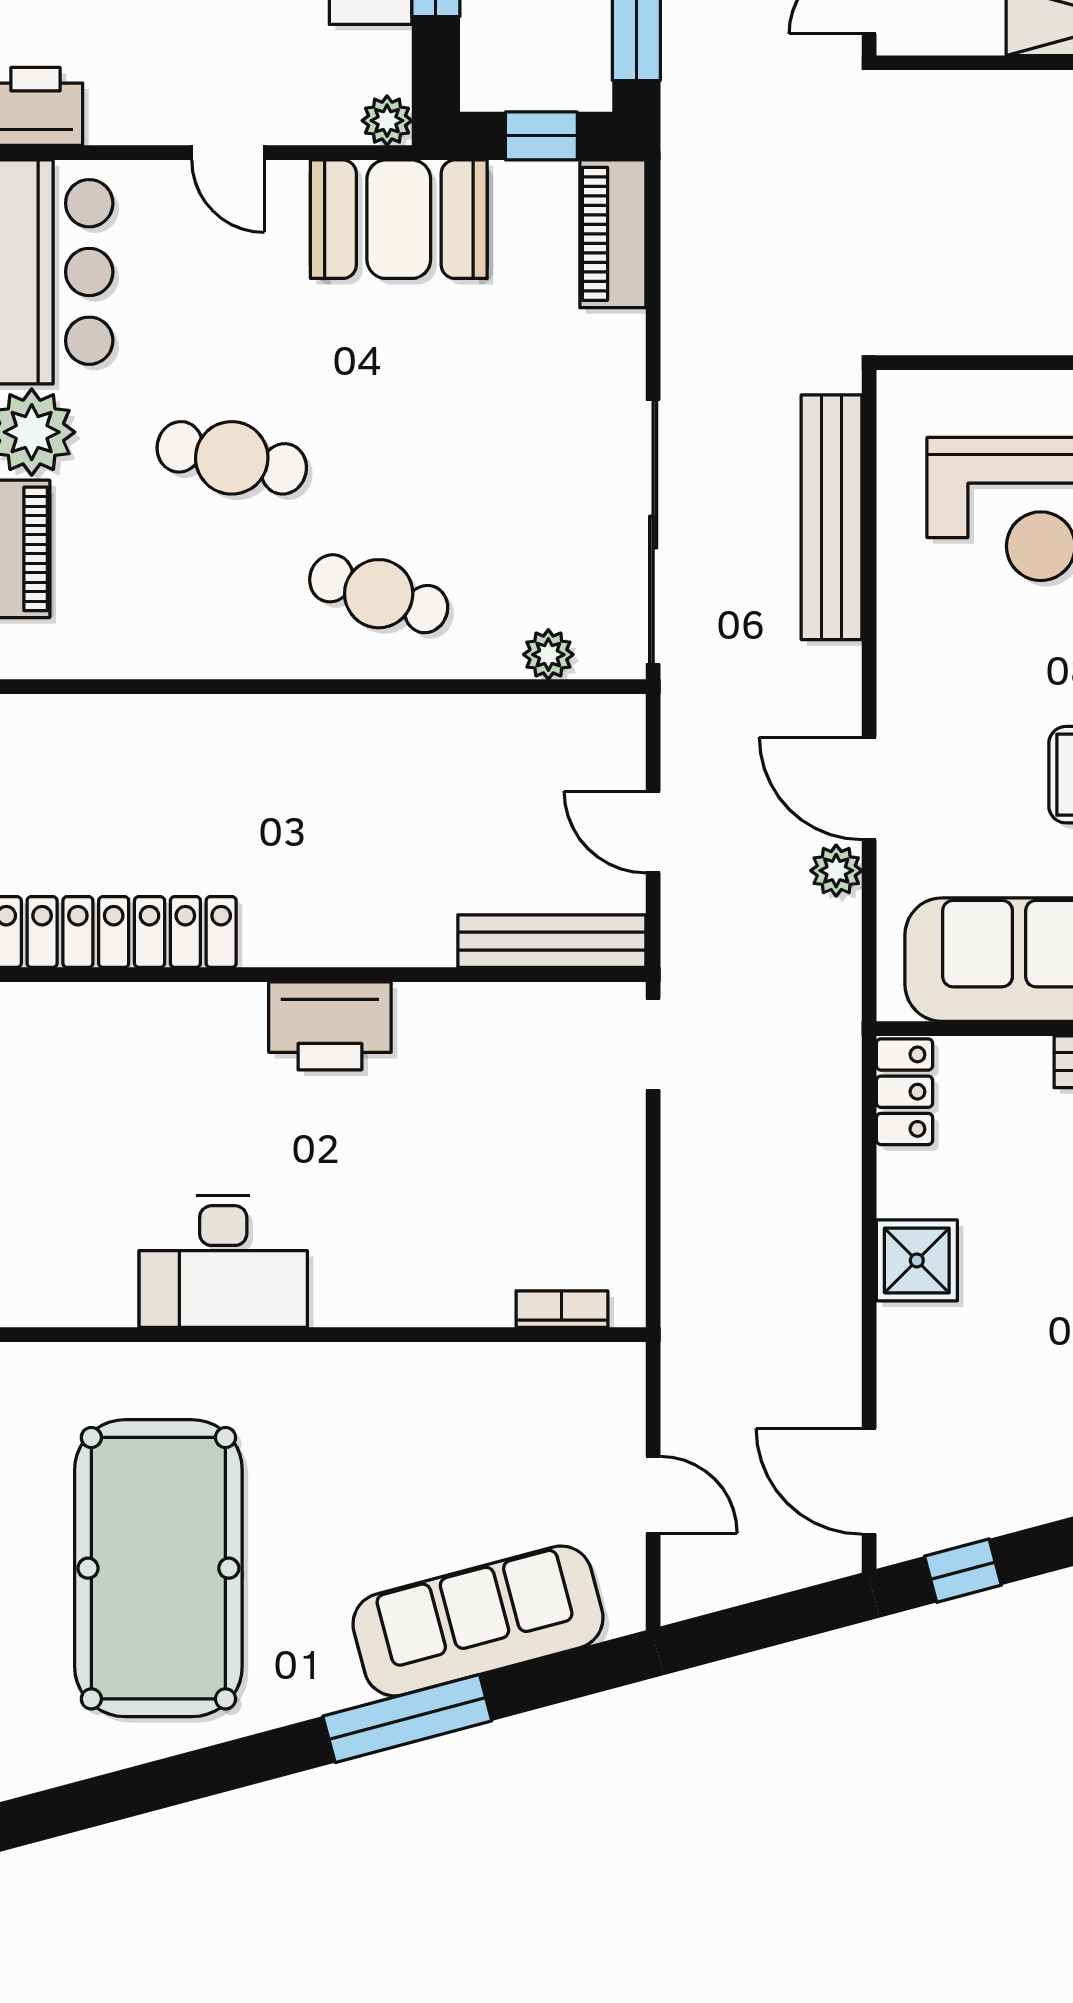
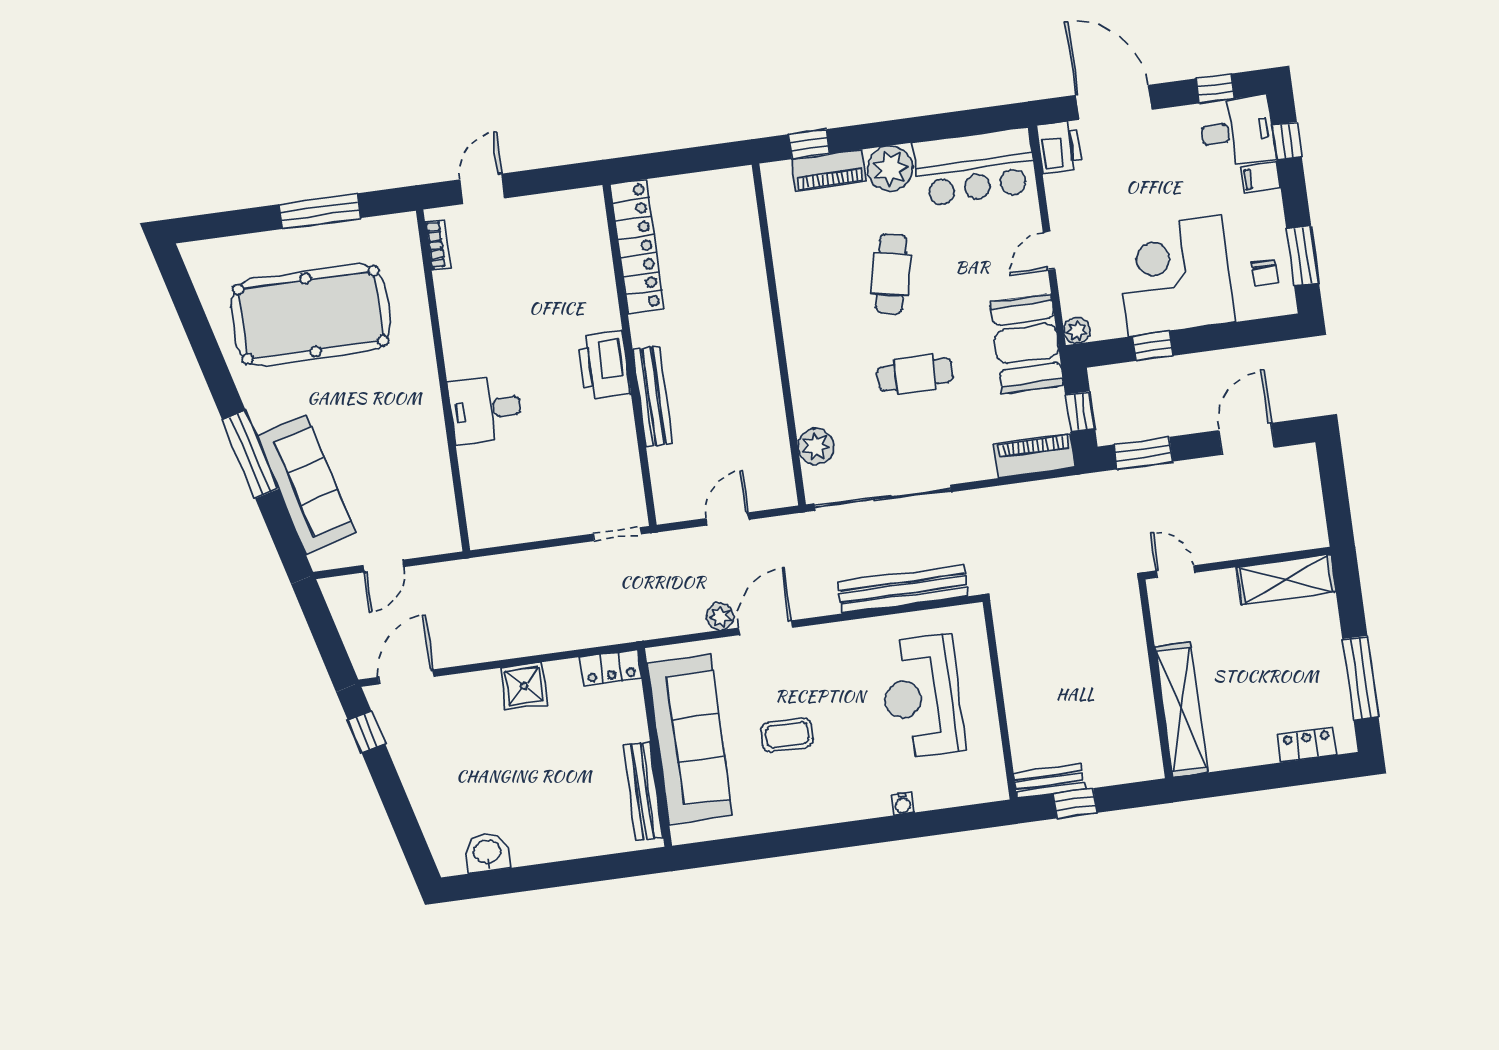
cafe table: (379, 594) -> (915, 374), moved, turned 72
plant: (548, 655) -> (816, 447), width x1.38, depth x1.38
bench: (552, 941) -> (653, 396), moved
desk: (223, 1261) -> (486, 409), moved, width x0.73
bookcase: (562, 1309) -> (438, 245), moved

